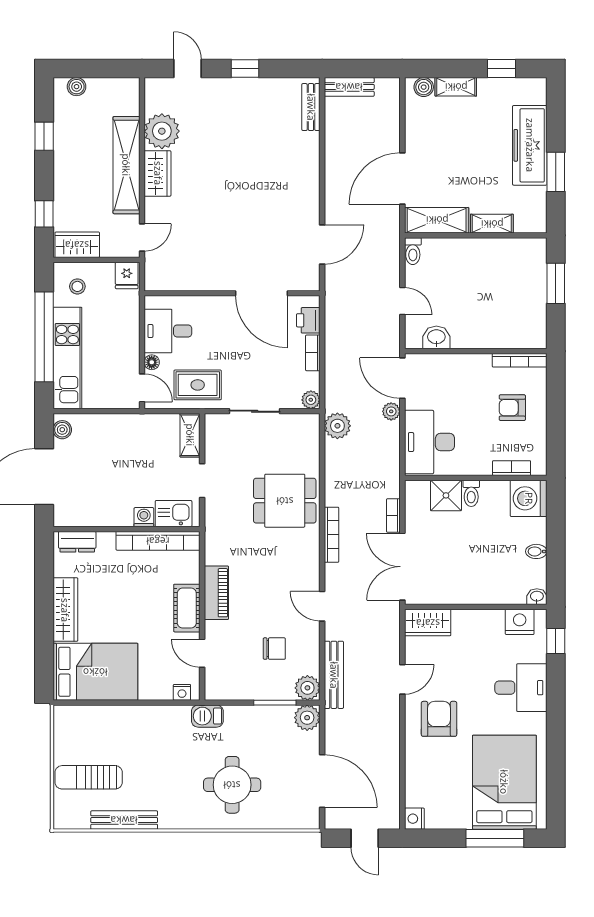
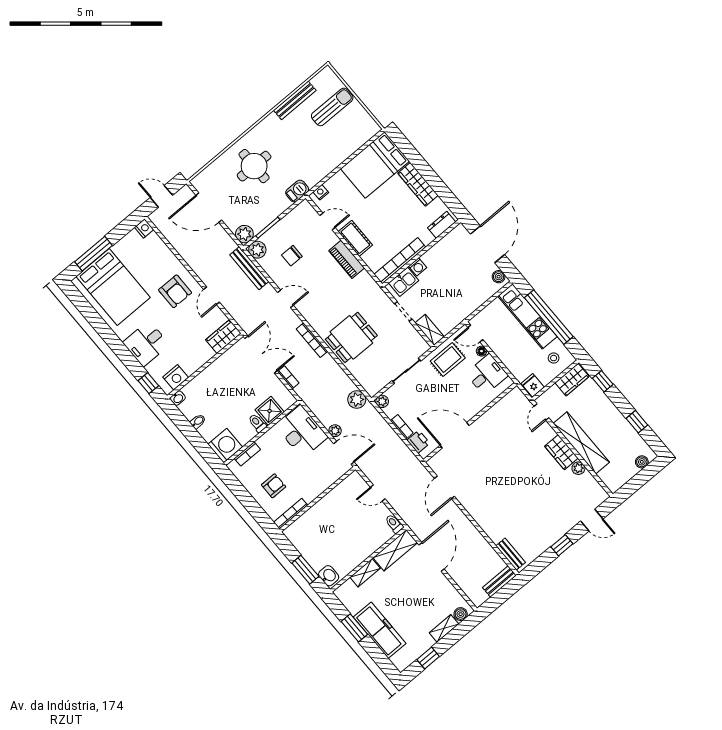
plant: (162, 131) -> (578, 468), width x0.53, depth x0.53
washbasin: (436, 337) -> (329, 576), moved, turned -90

